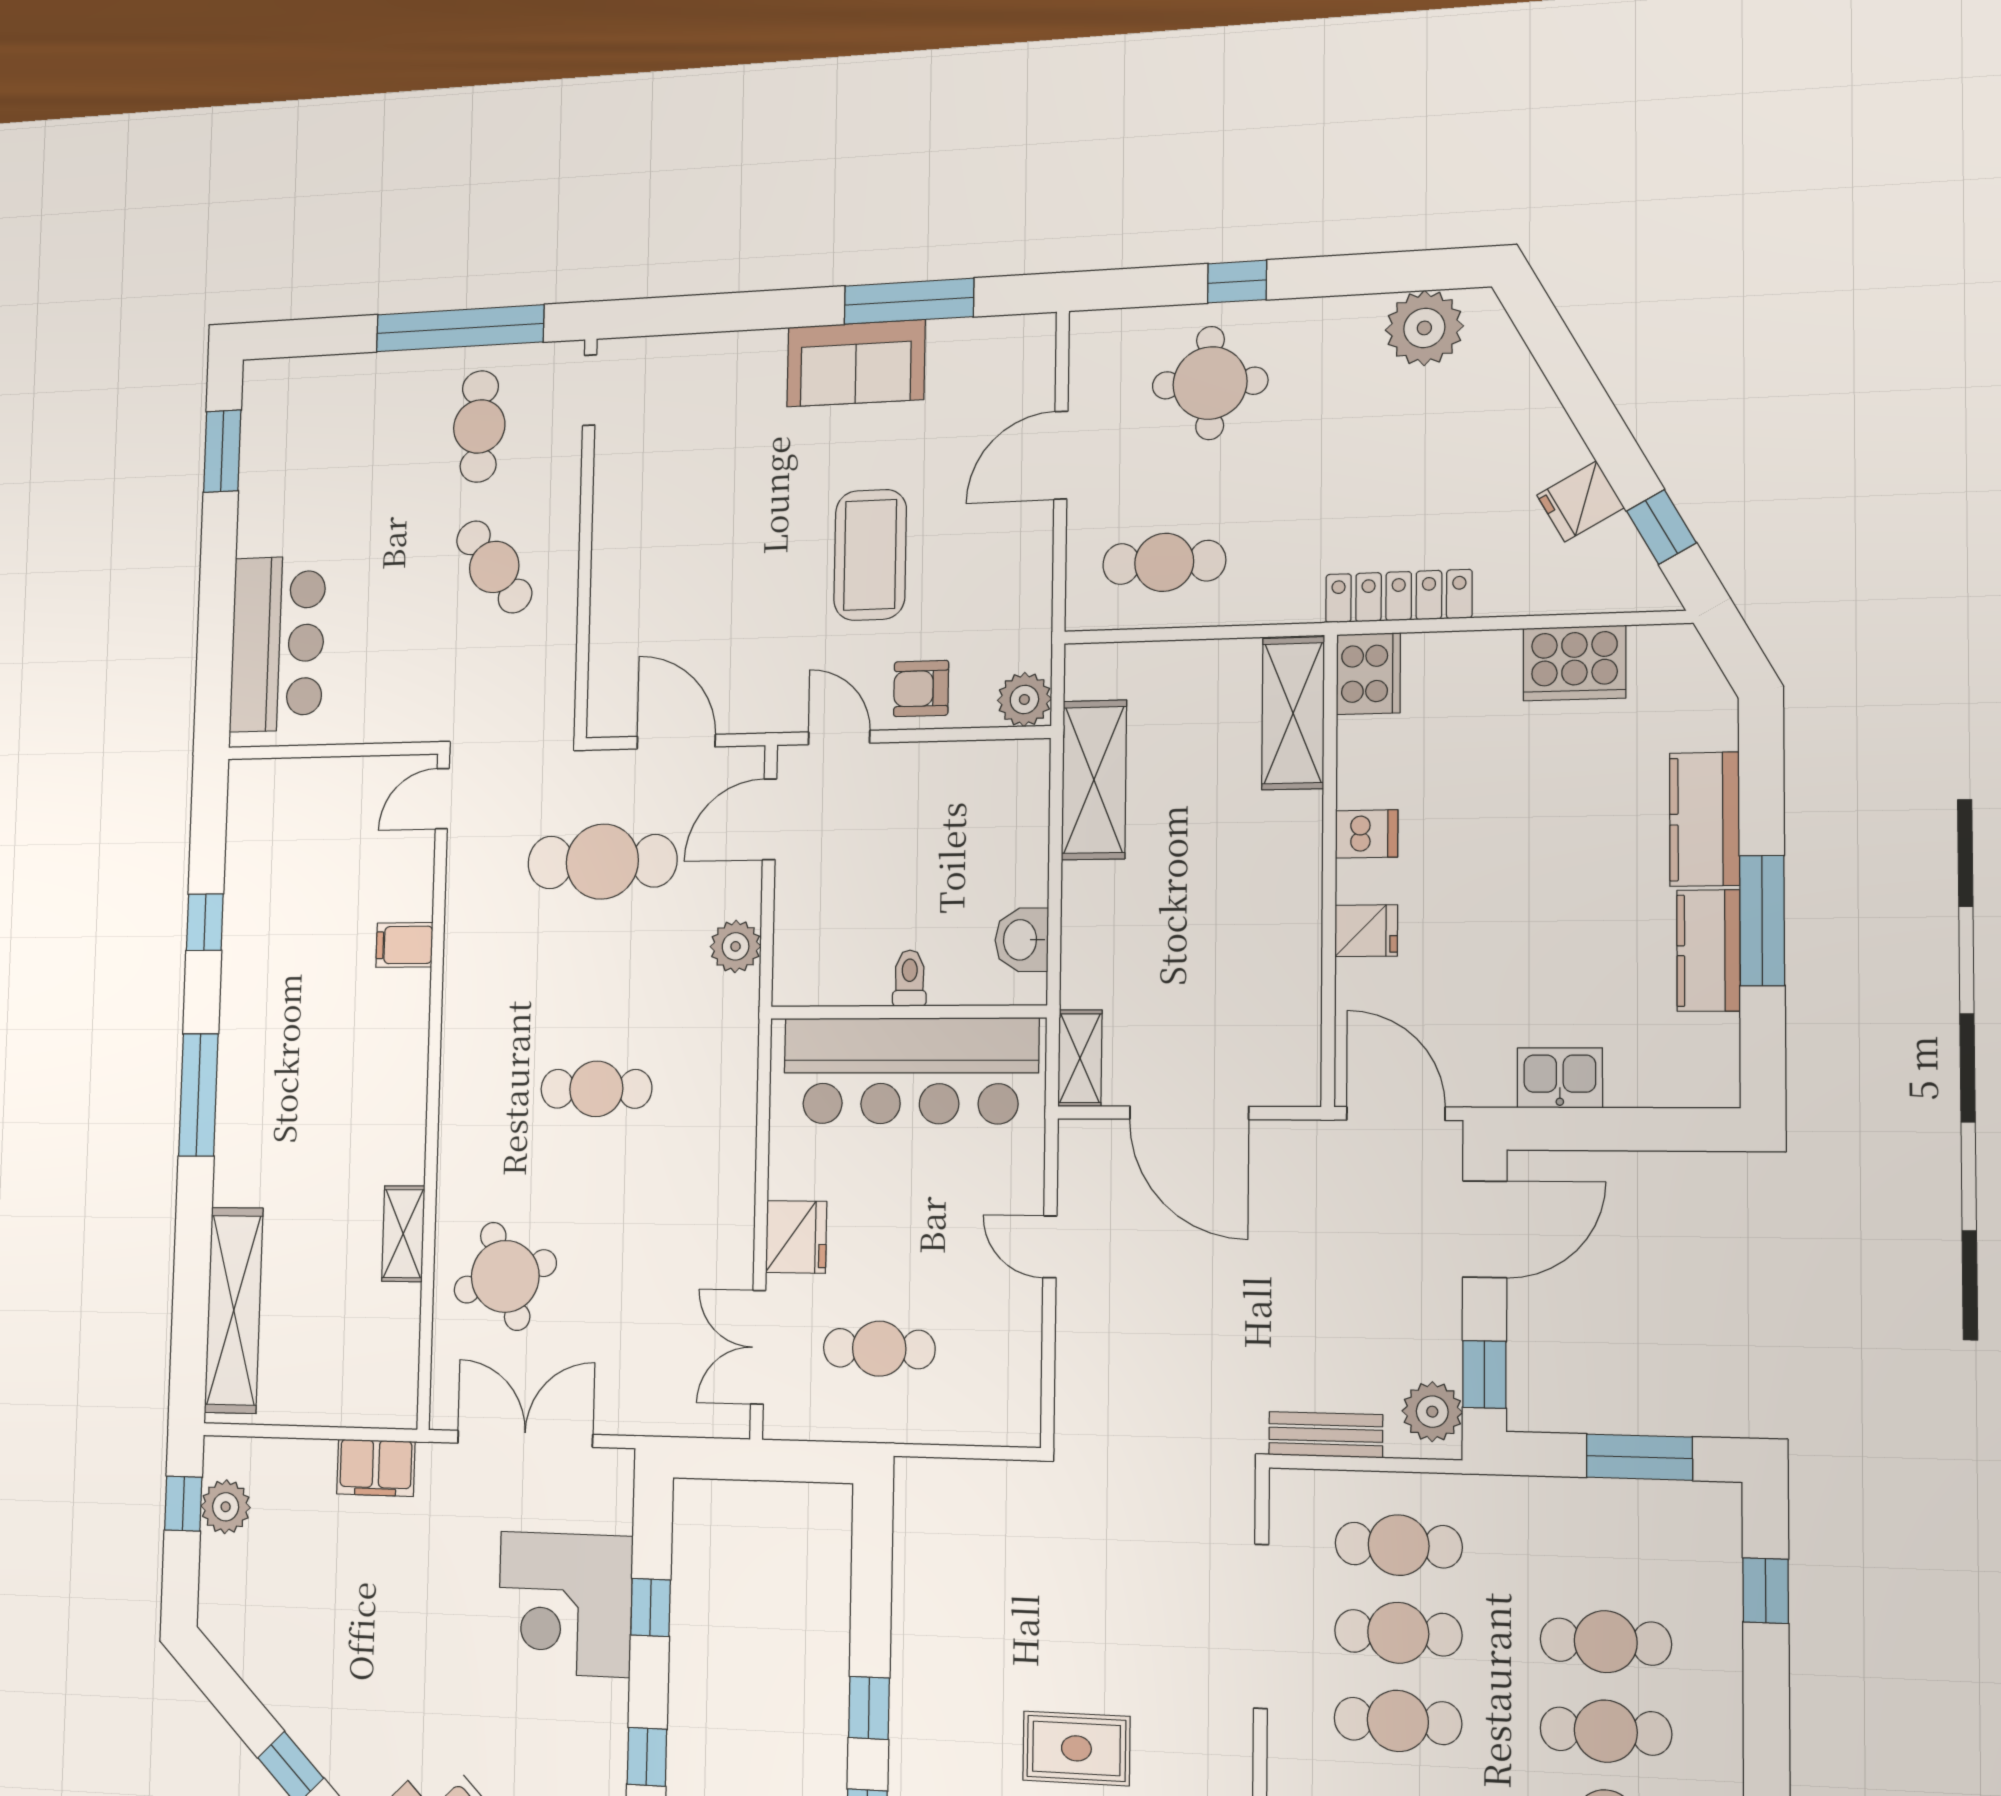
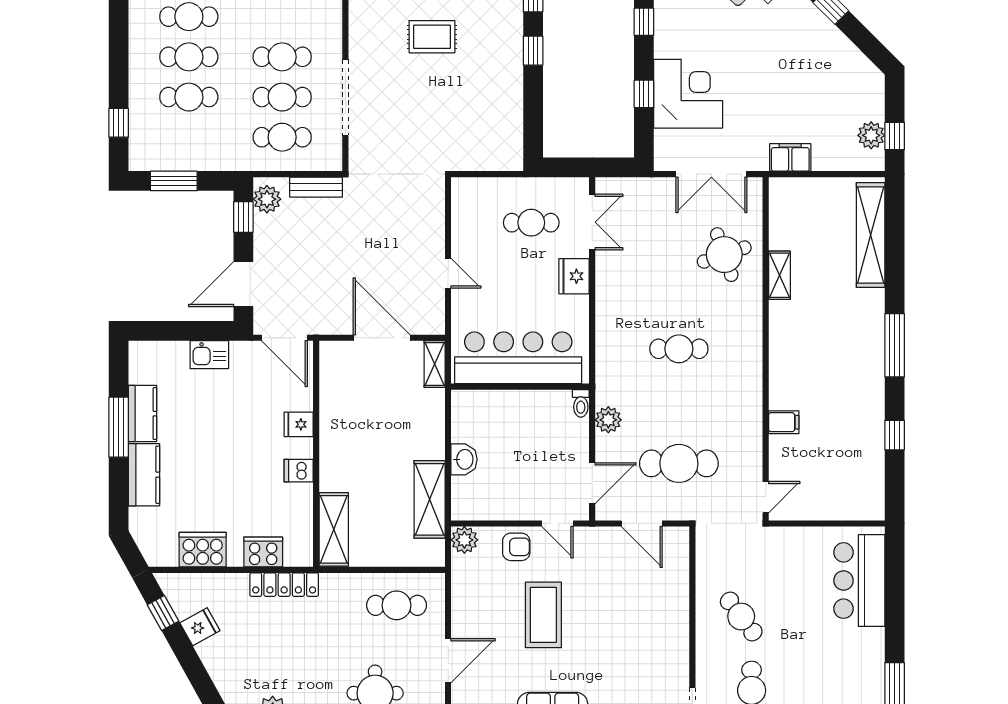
cooker: (1368, 674) -> (263, 552), moved, turned 90
washbasin: (1022, 940) -> (464, 459), moved
toilet: (910, 978) -> (581, 403), moved

